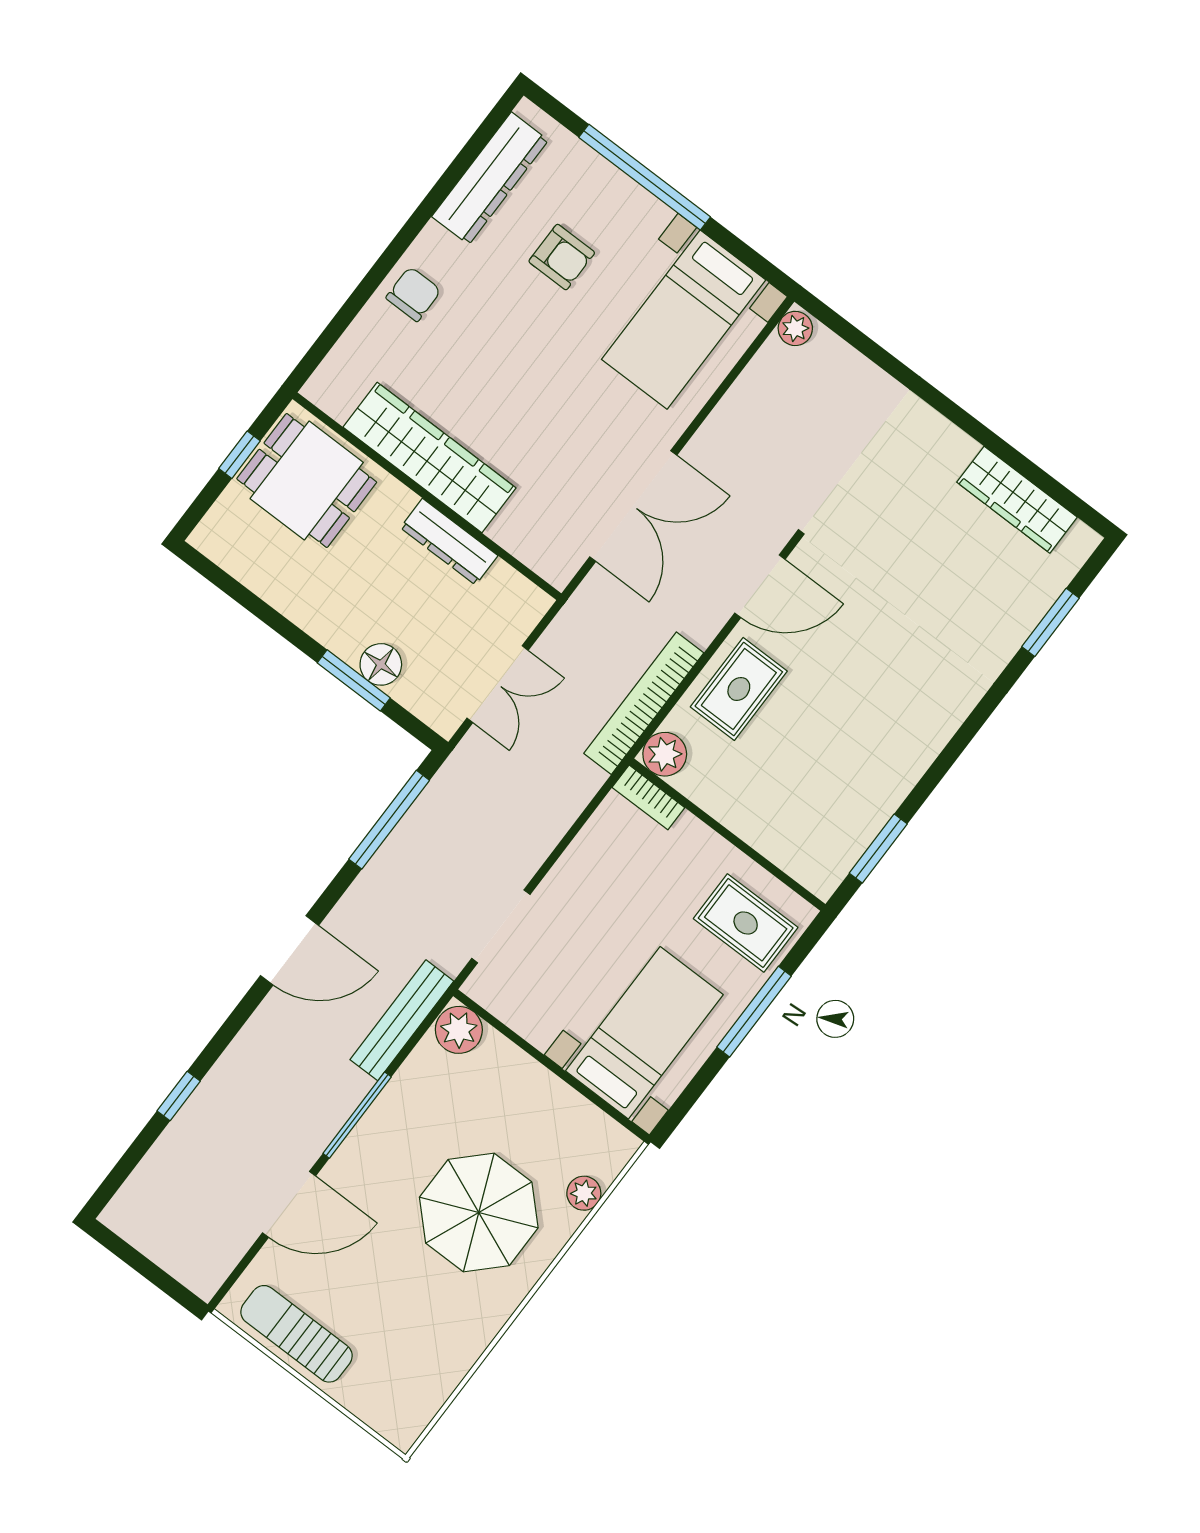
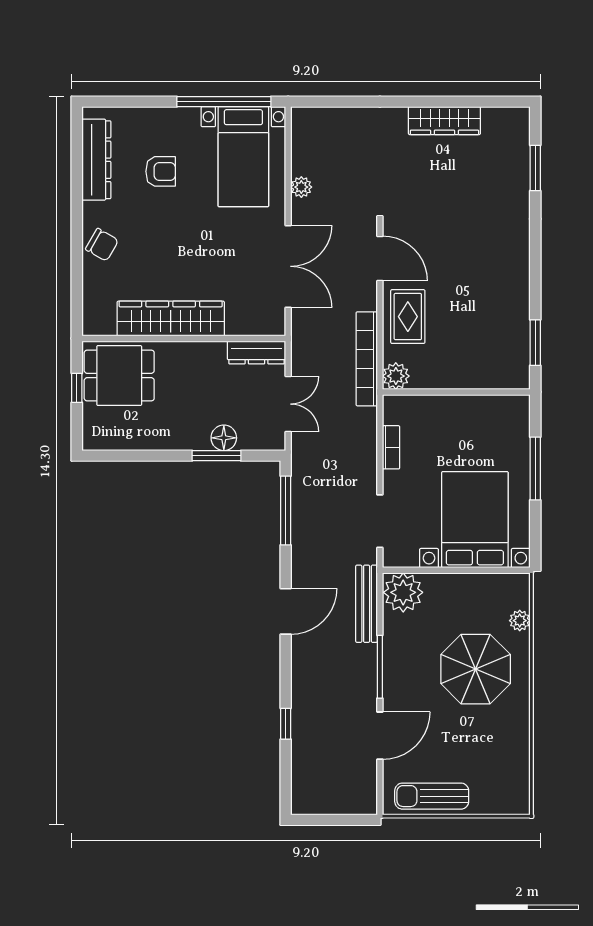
window: (645, 177) -> (224, 102), moved
chair: (413, 294) -> (102, 245), turned 120
plant: (795, 328) -> (301, 187), moved
wardrobe: (1017, 500) -> (444, 121), moved
dresser: (449, 542) -> (256, 352), moved
door: (760, 586) -> (380, 259), hinge flipped
bookcase: (648, 797) -> (391, 447), moved, turned -90
rug: (746, 923) -> (498, 428), removed
plant: (459, 1030) -> (403, 592), width x1.36, depth x1.36
bed with nightstands: (644, 1033) -> (475, 520), width x1.36

